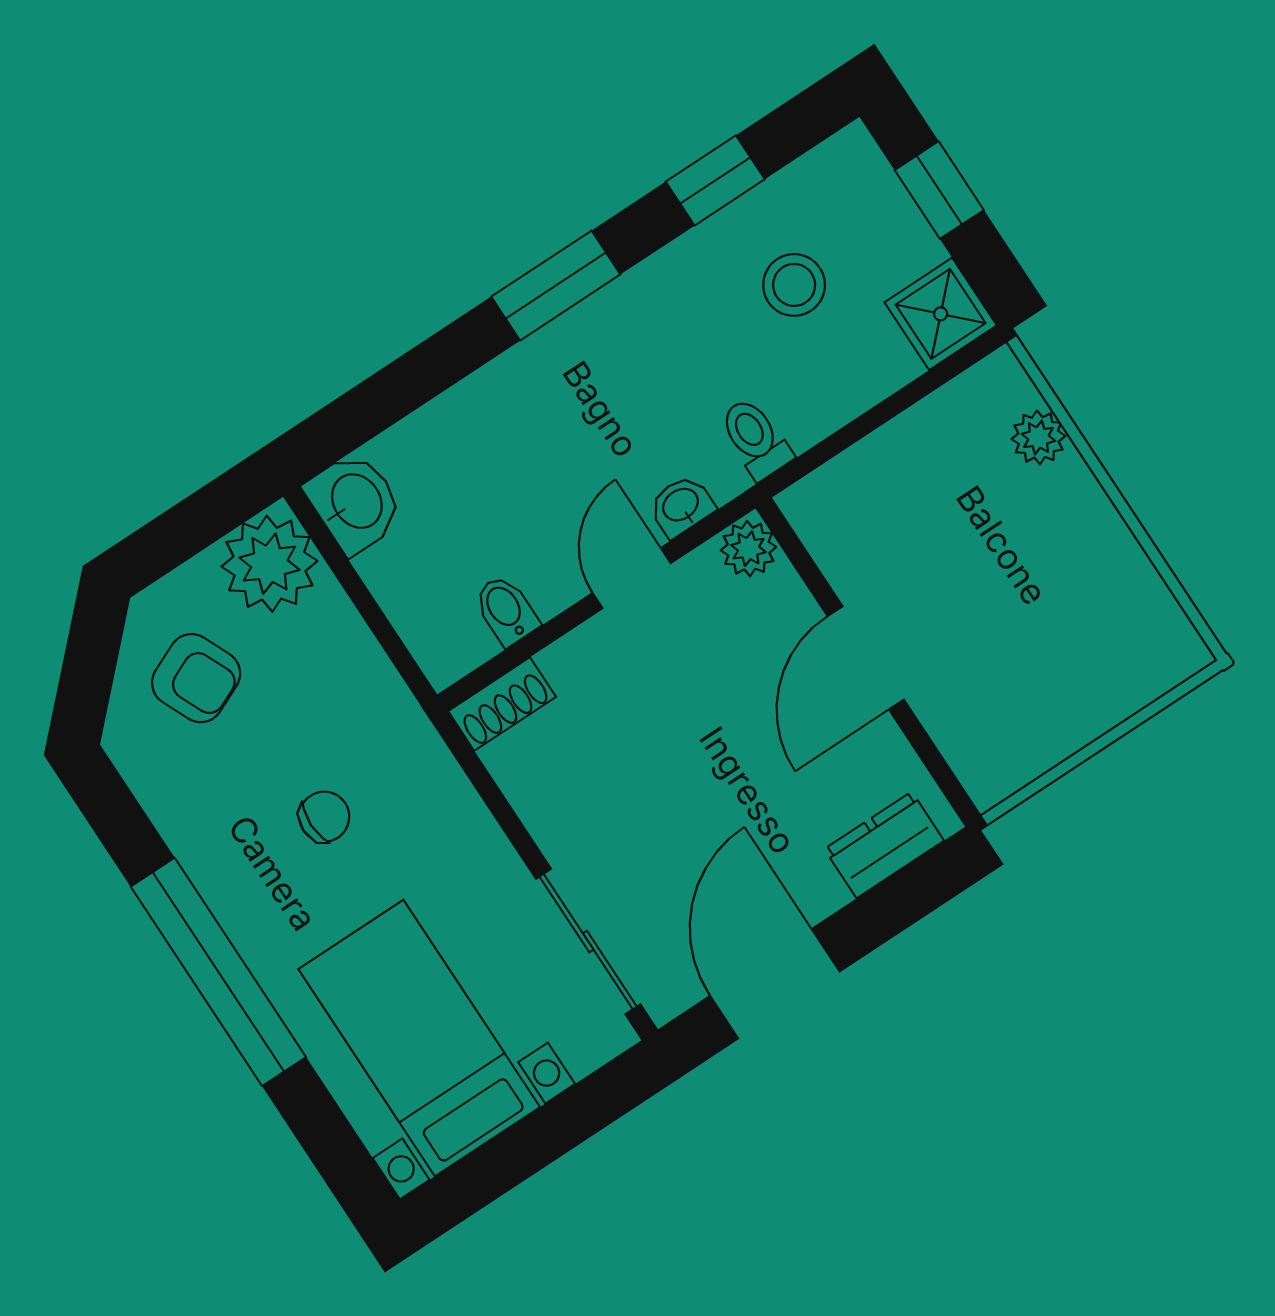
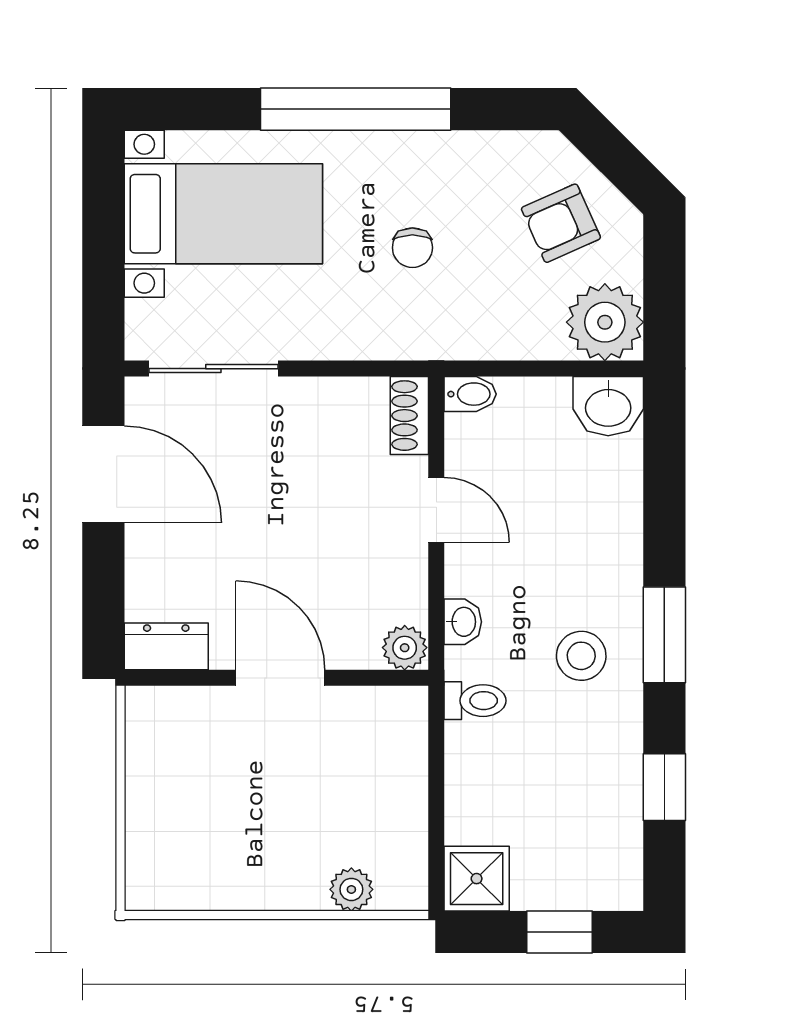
stool: (794, 285) -> (581, 656), moved
door: (632, 578) -> (436, 510), moved
bidet: (506, 610) -> (470, 394), moved
dresser: (884, 845) -> (166, 646), moved, turned -90

